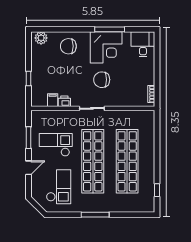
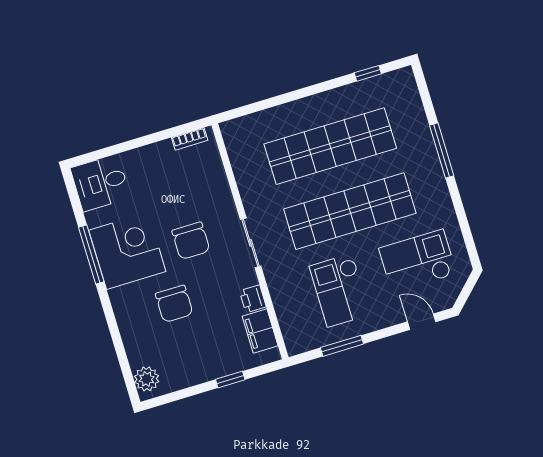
chair: (68, 46) -> (174, 304), moved
filing cabinet: (53, 100) -> (260, 331), width x2.00
door: (28, 168) -> (422, 322), moved
window: (95, 215) -> (442, 151), moved

